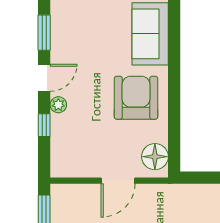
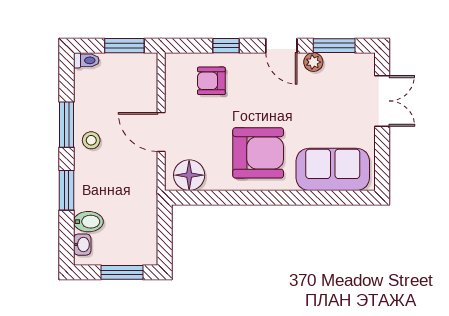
plant: (58, 105) -> (313, 62), moved
armchair: (74, 138) -> (211, 81), added

